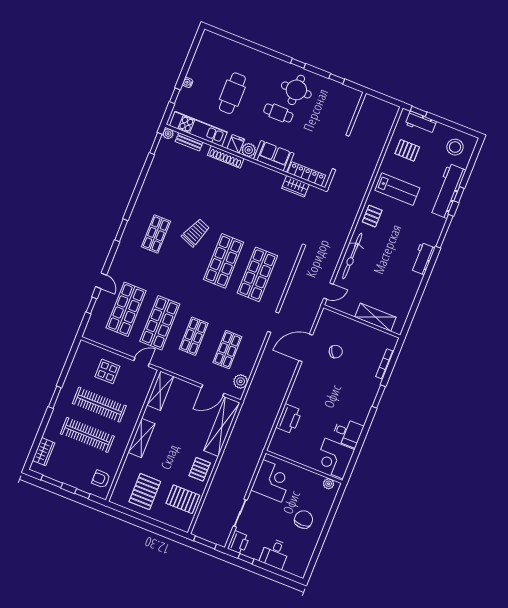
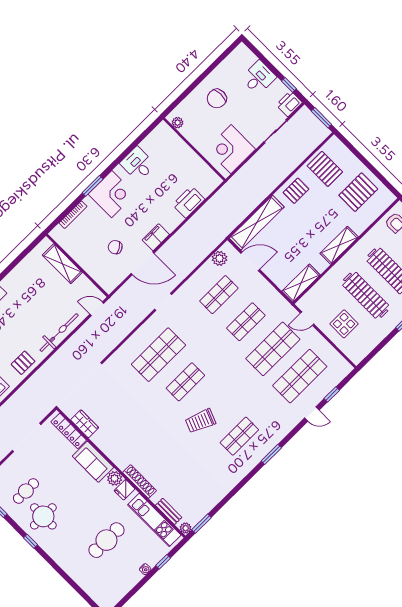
cafe table: (278, 113) -> (26, 491), moved, turned 90
shop shelf: (224, 261) -> (185, 382), width x0.70, depth x0.74
door: (101, 281) -> (312, 414), swing flipped
filing cabinet: (304, 376) -> (156, 237), added
corner desk: (334, 458) -> (112, 194), moved

